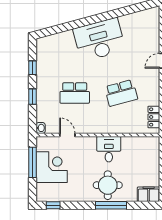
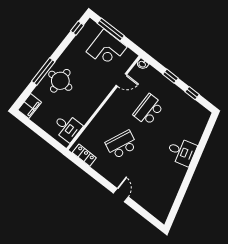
desk: (99, 40) -> (182, 152), width x0.53, depth x0.77
school desk: (121, 93) -> (121, 145), turned 39
desk: (109, 149) -> (67, 127), moved
window: (32, 162) -> (111, 30), moved

